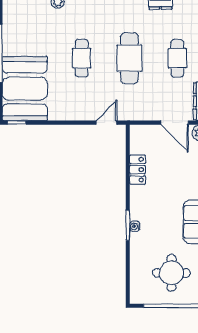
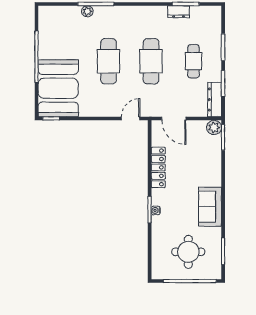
cafe table: (82, 58) -> (109, 61), width x1.37, depth x1.35
door: (175, 123) -> (174, 118), moved
locker: (138, 170) -> (158, 167), width x1.53

